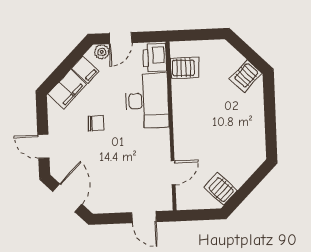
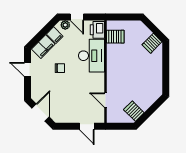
door: (120, 38) -> (77, 17), hinge flipped
door: (43, 146) -> (27, 69), moved
door: (173, 173) -> (106, 100), swing flipped

